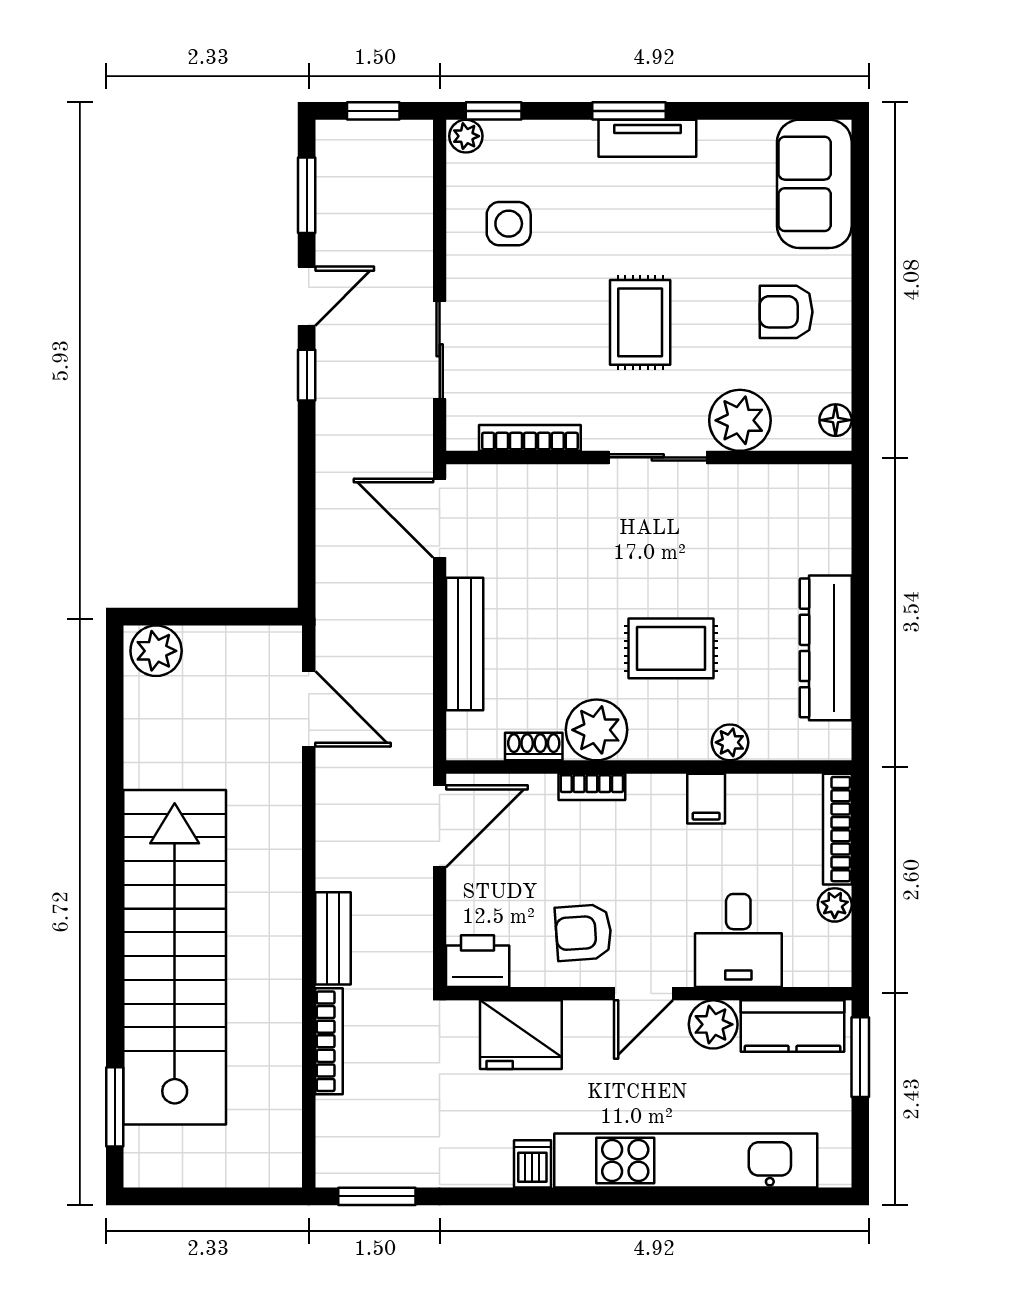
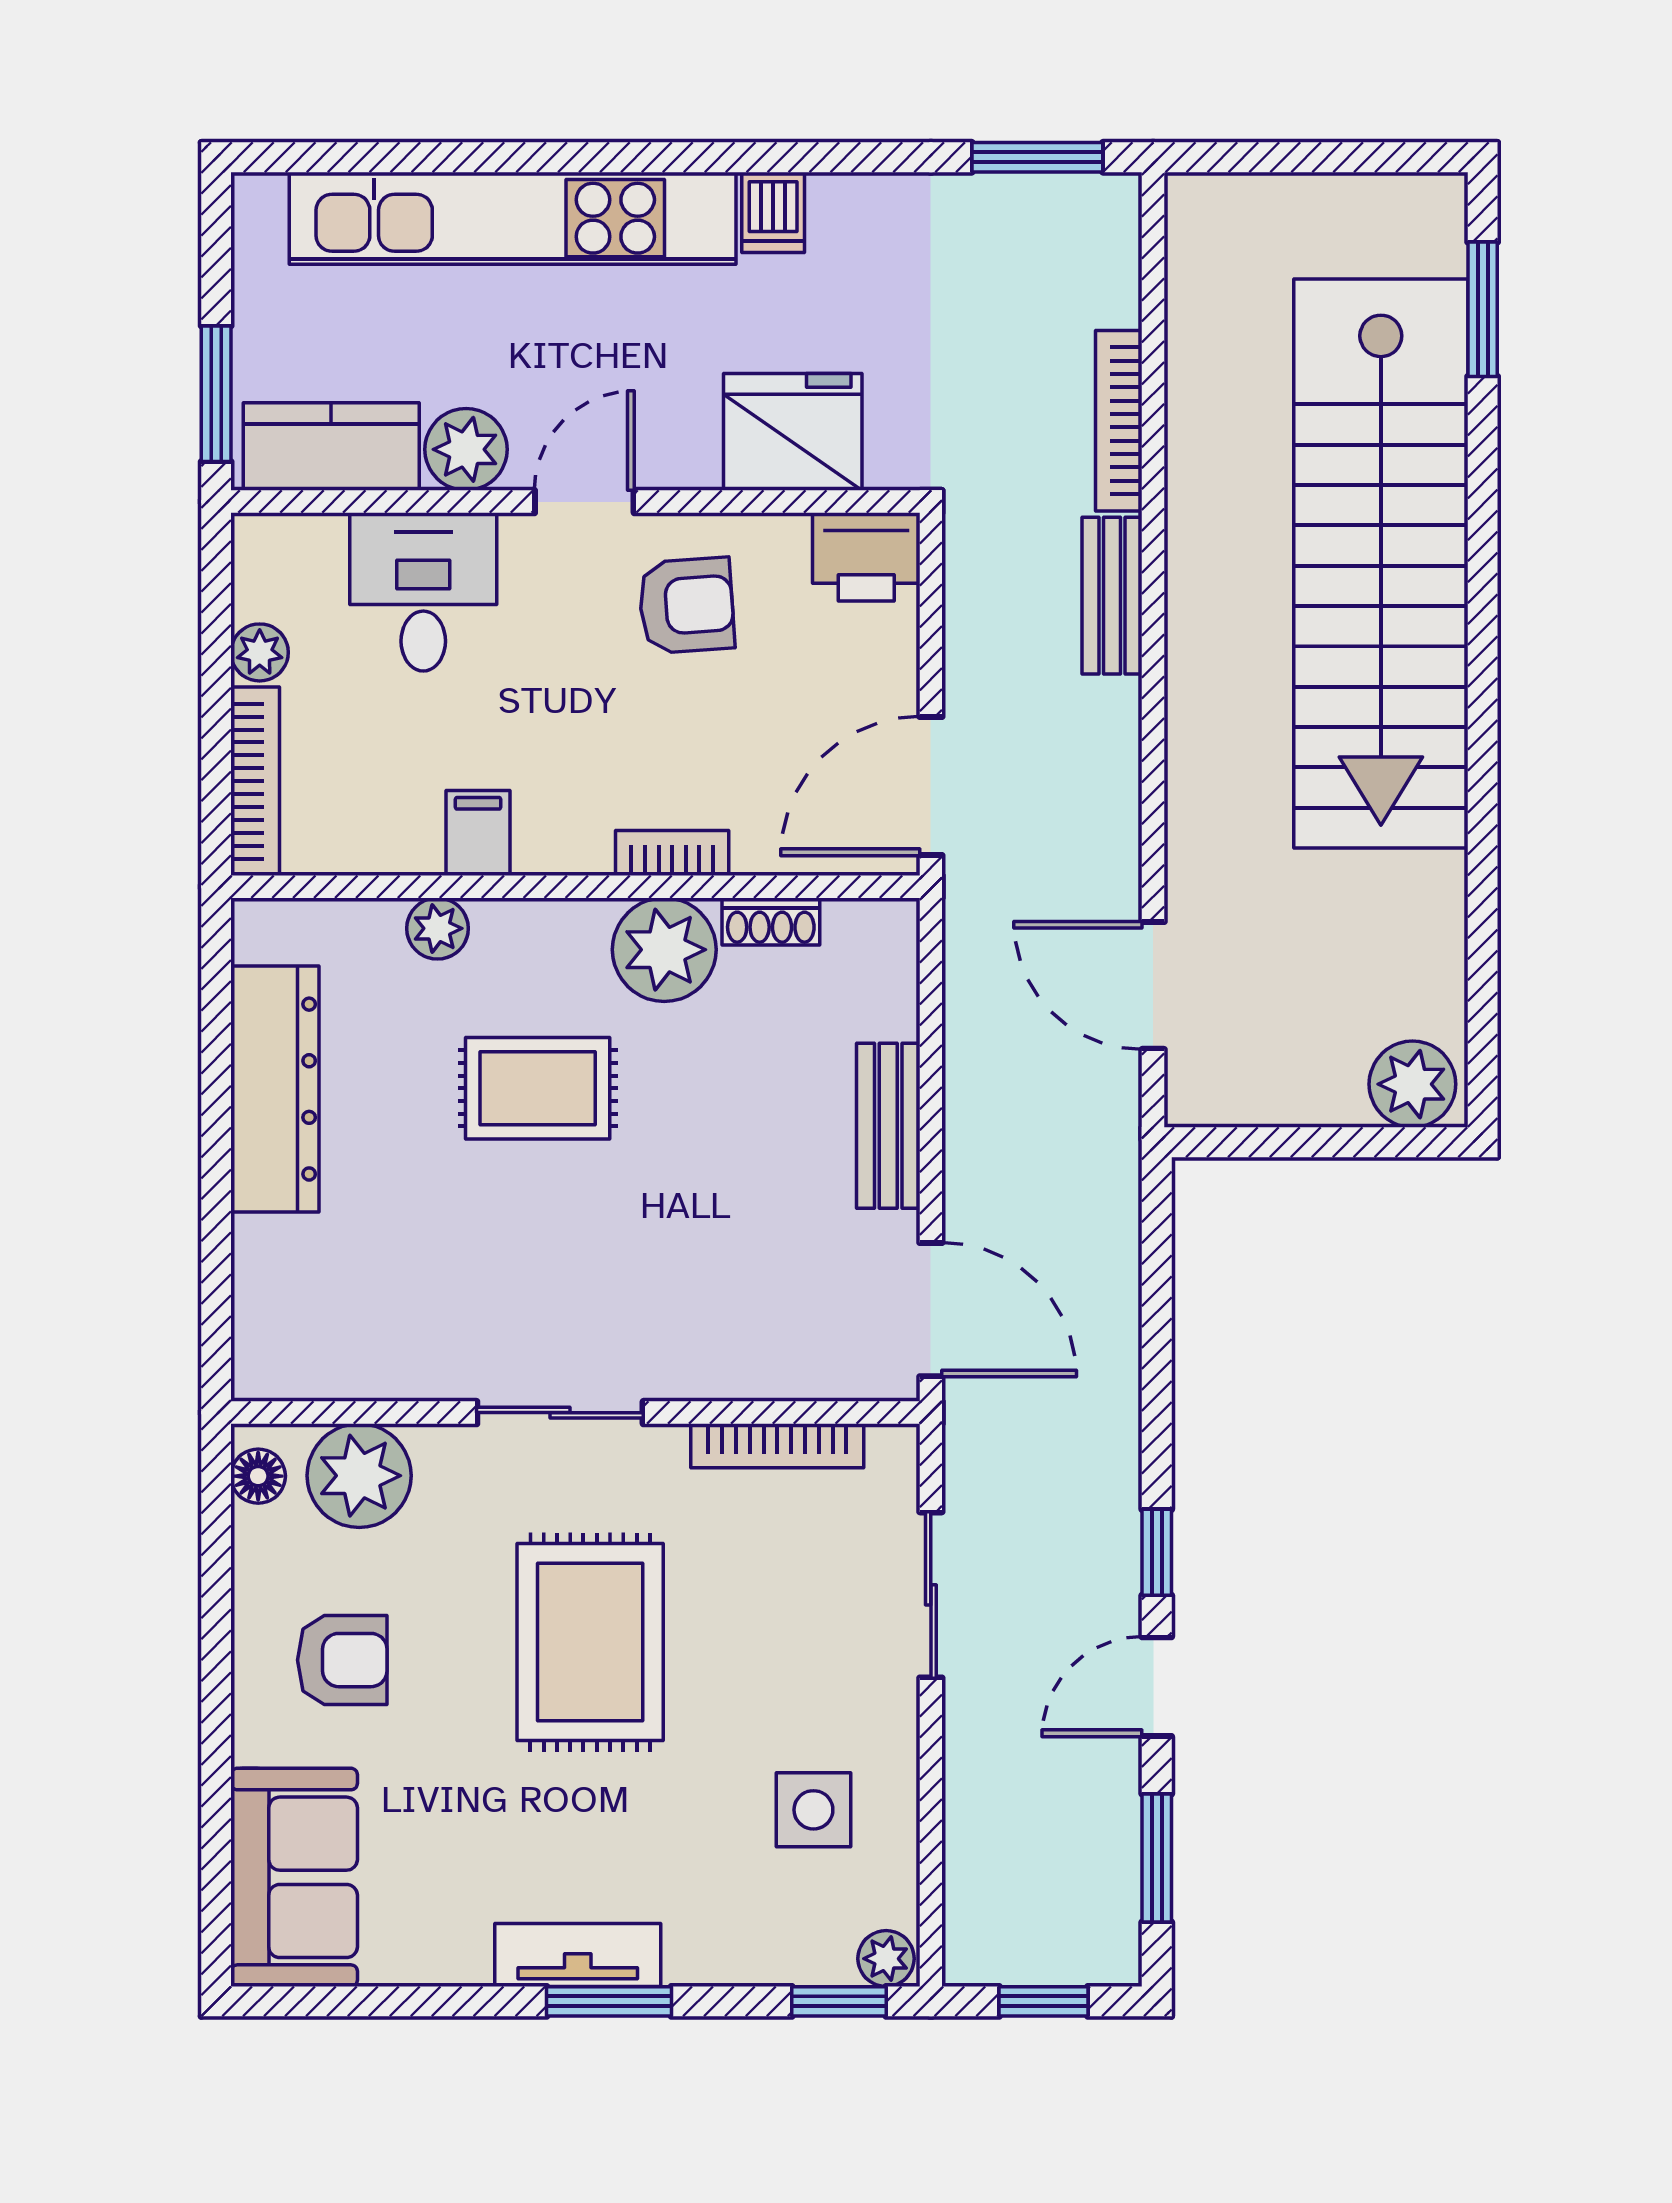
rug: (640, 322) -> (590, 1642), width x1.36, depth x1.43
plant: (740, 420) -> (359, 1476), moved
bench: (465, 644) -> (888, 1126), width x0.73

